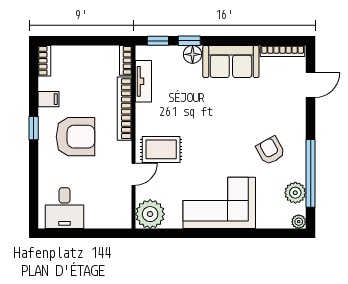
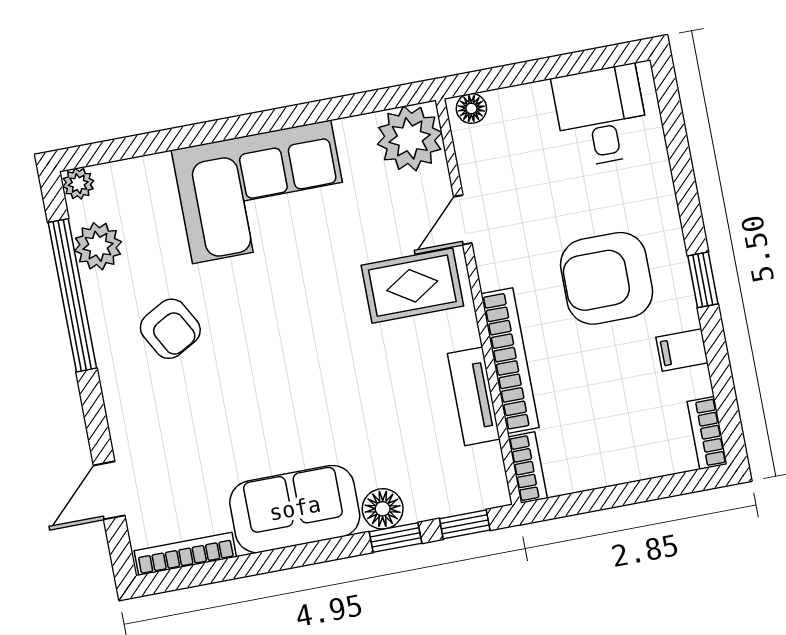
tv unit: (143, 81) -> (474, 396), moved
floor lamp: (121, 222) -> (471, 108), added

